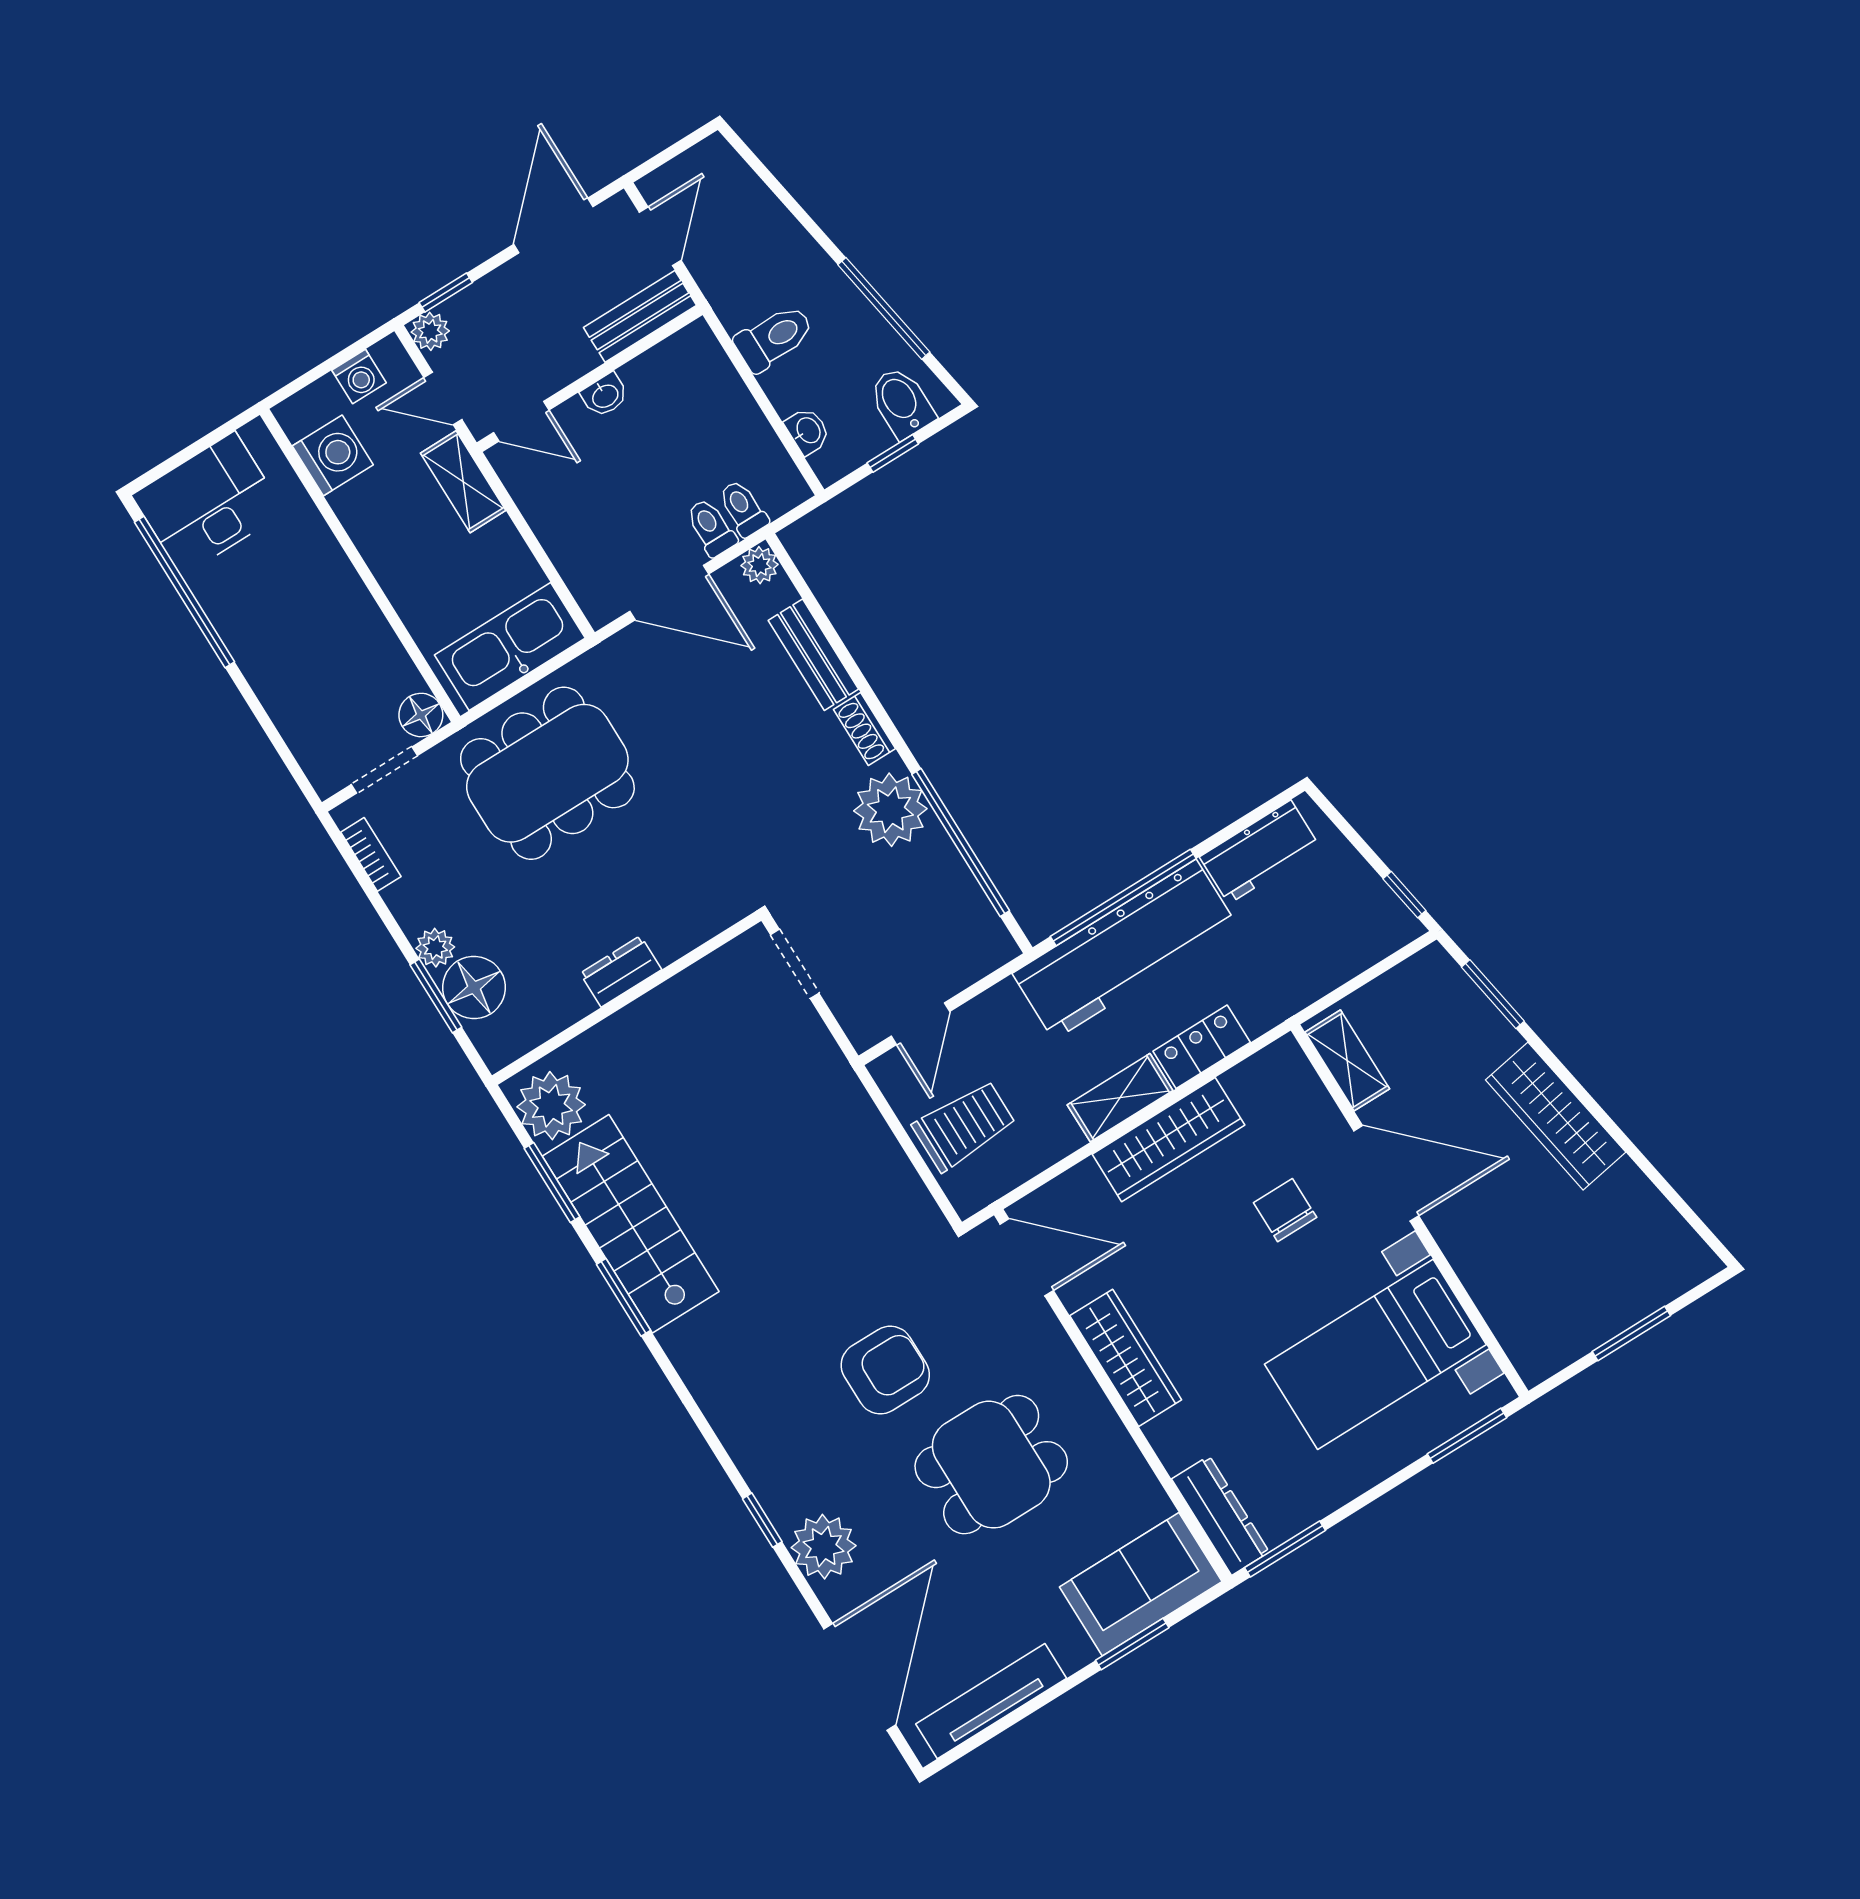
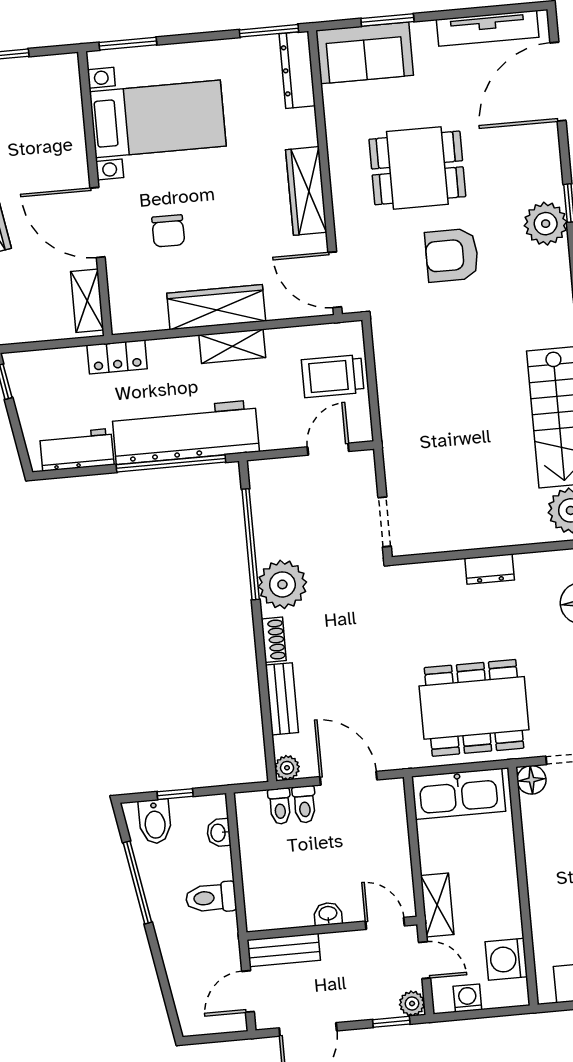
locker: (1202, 1047) -> (117, 357), moved
plant: (824, 1547) -> (546, 224), moved

